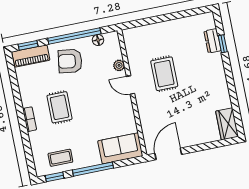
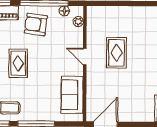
plant: (119, 65) -> (78, 22), moved
sofa: (120, 148) -> (72, 95), moved, turned -90

